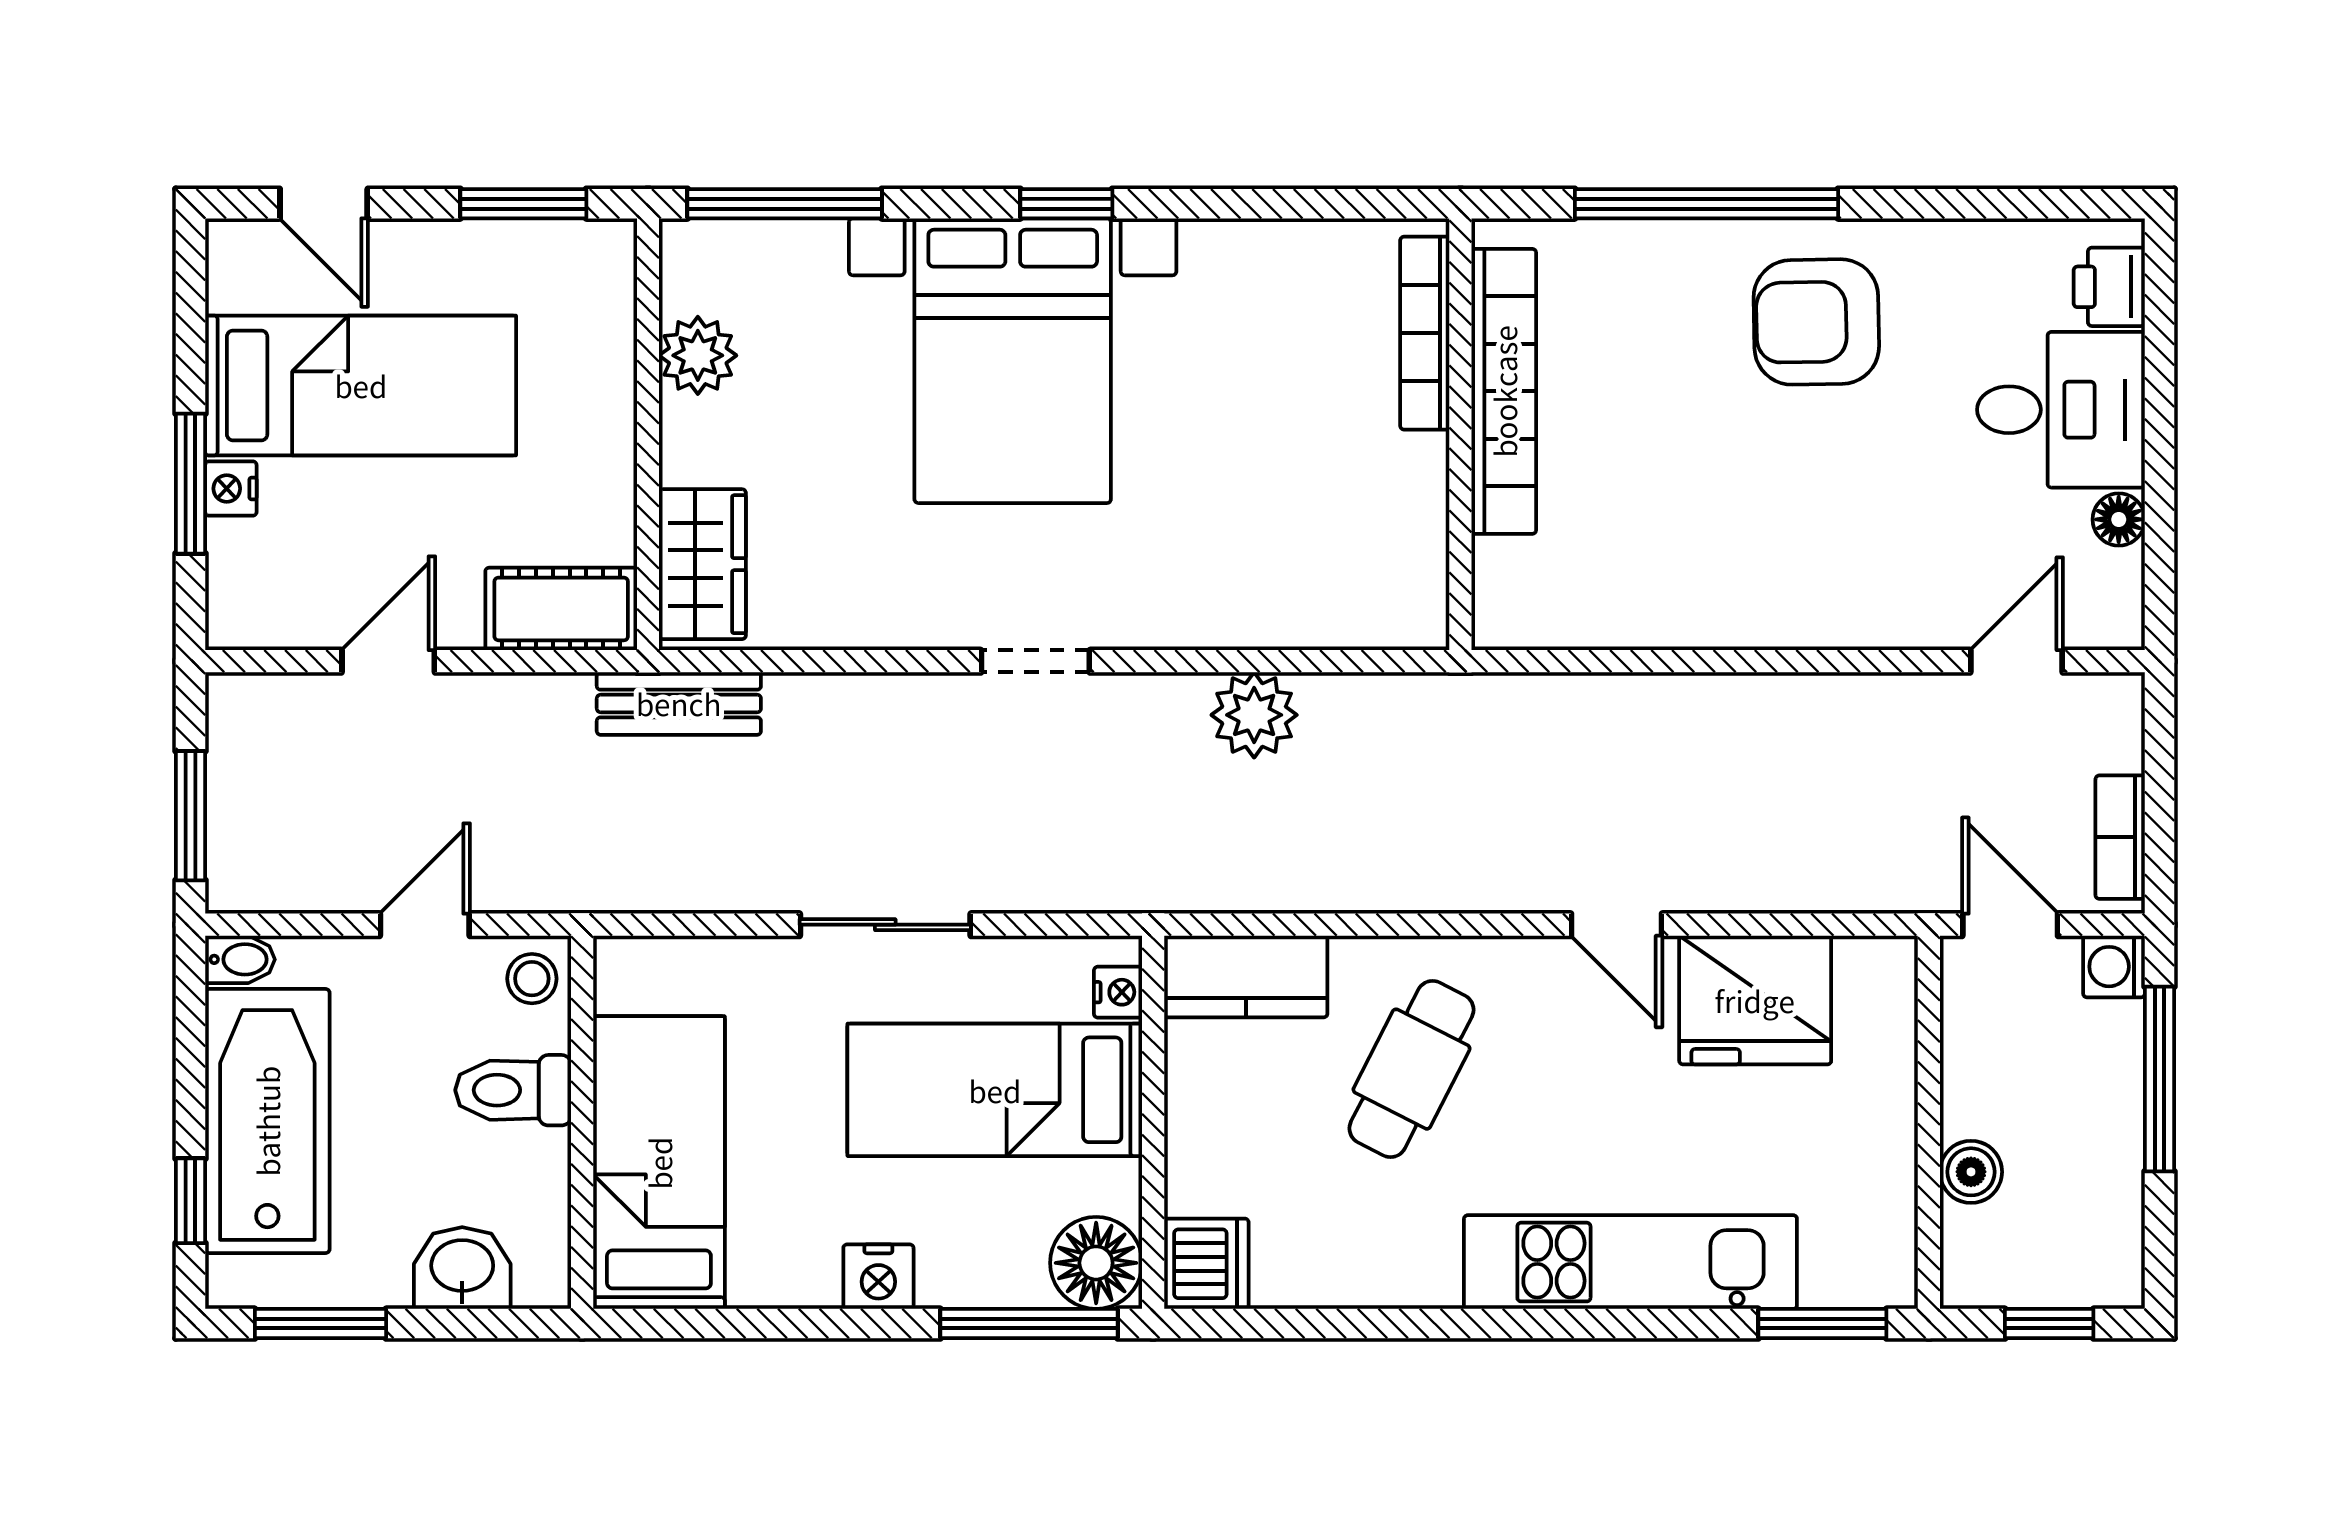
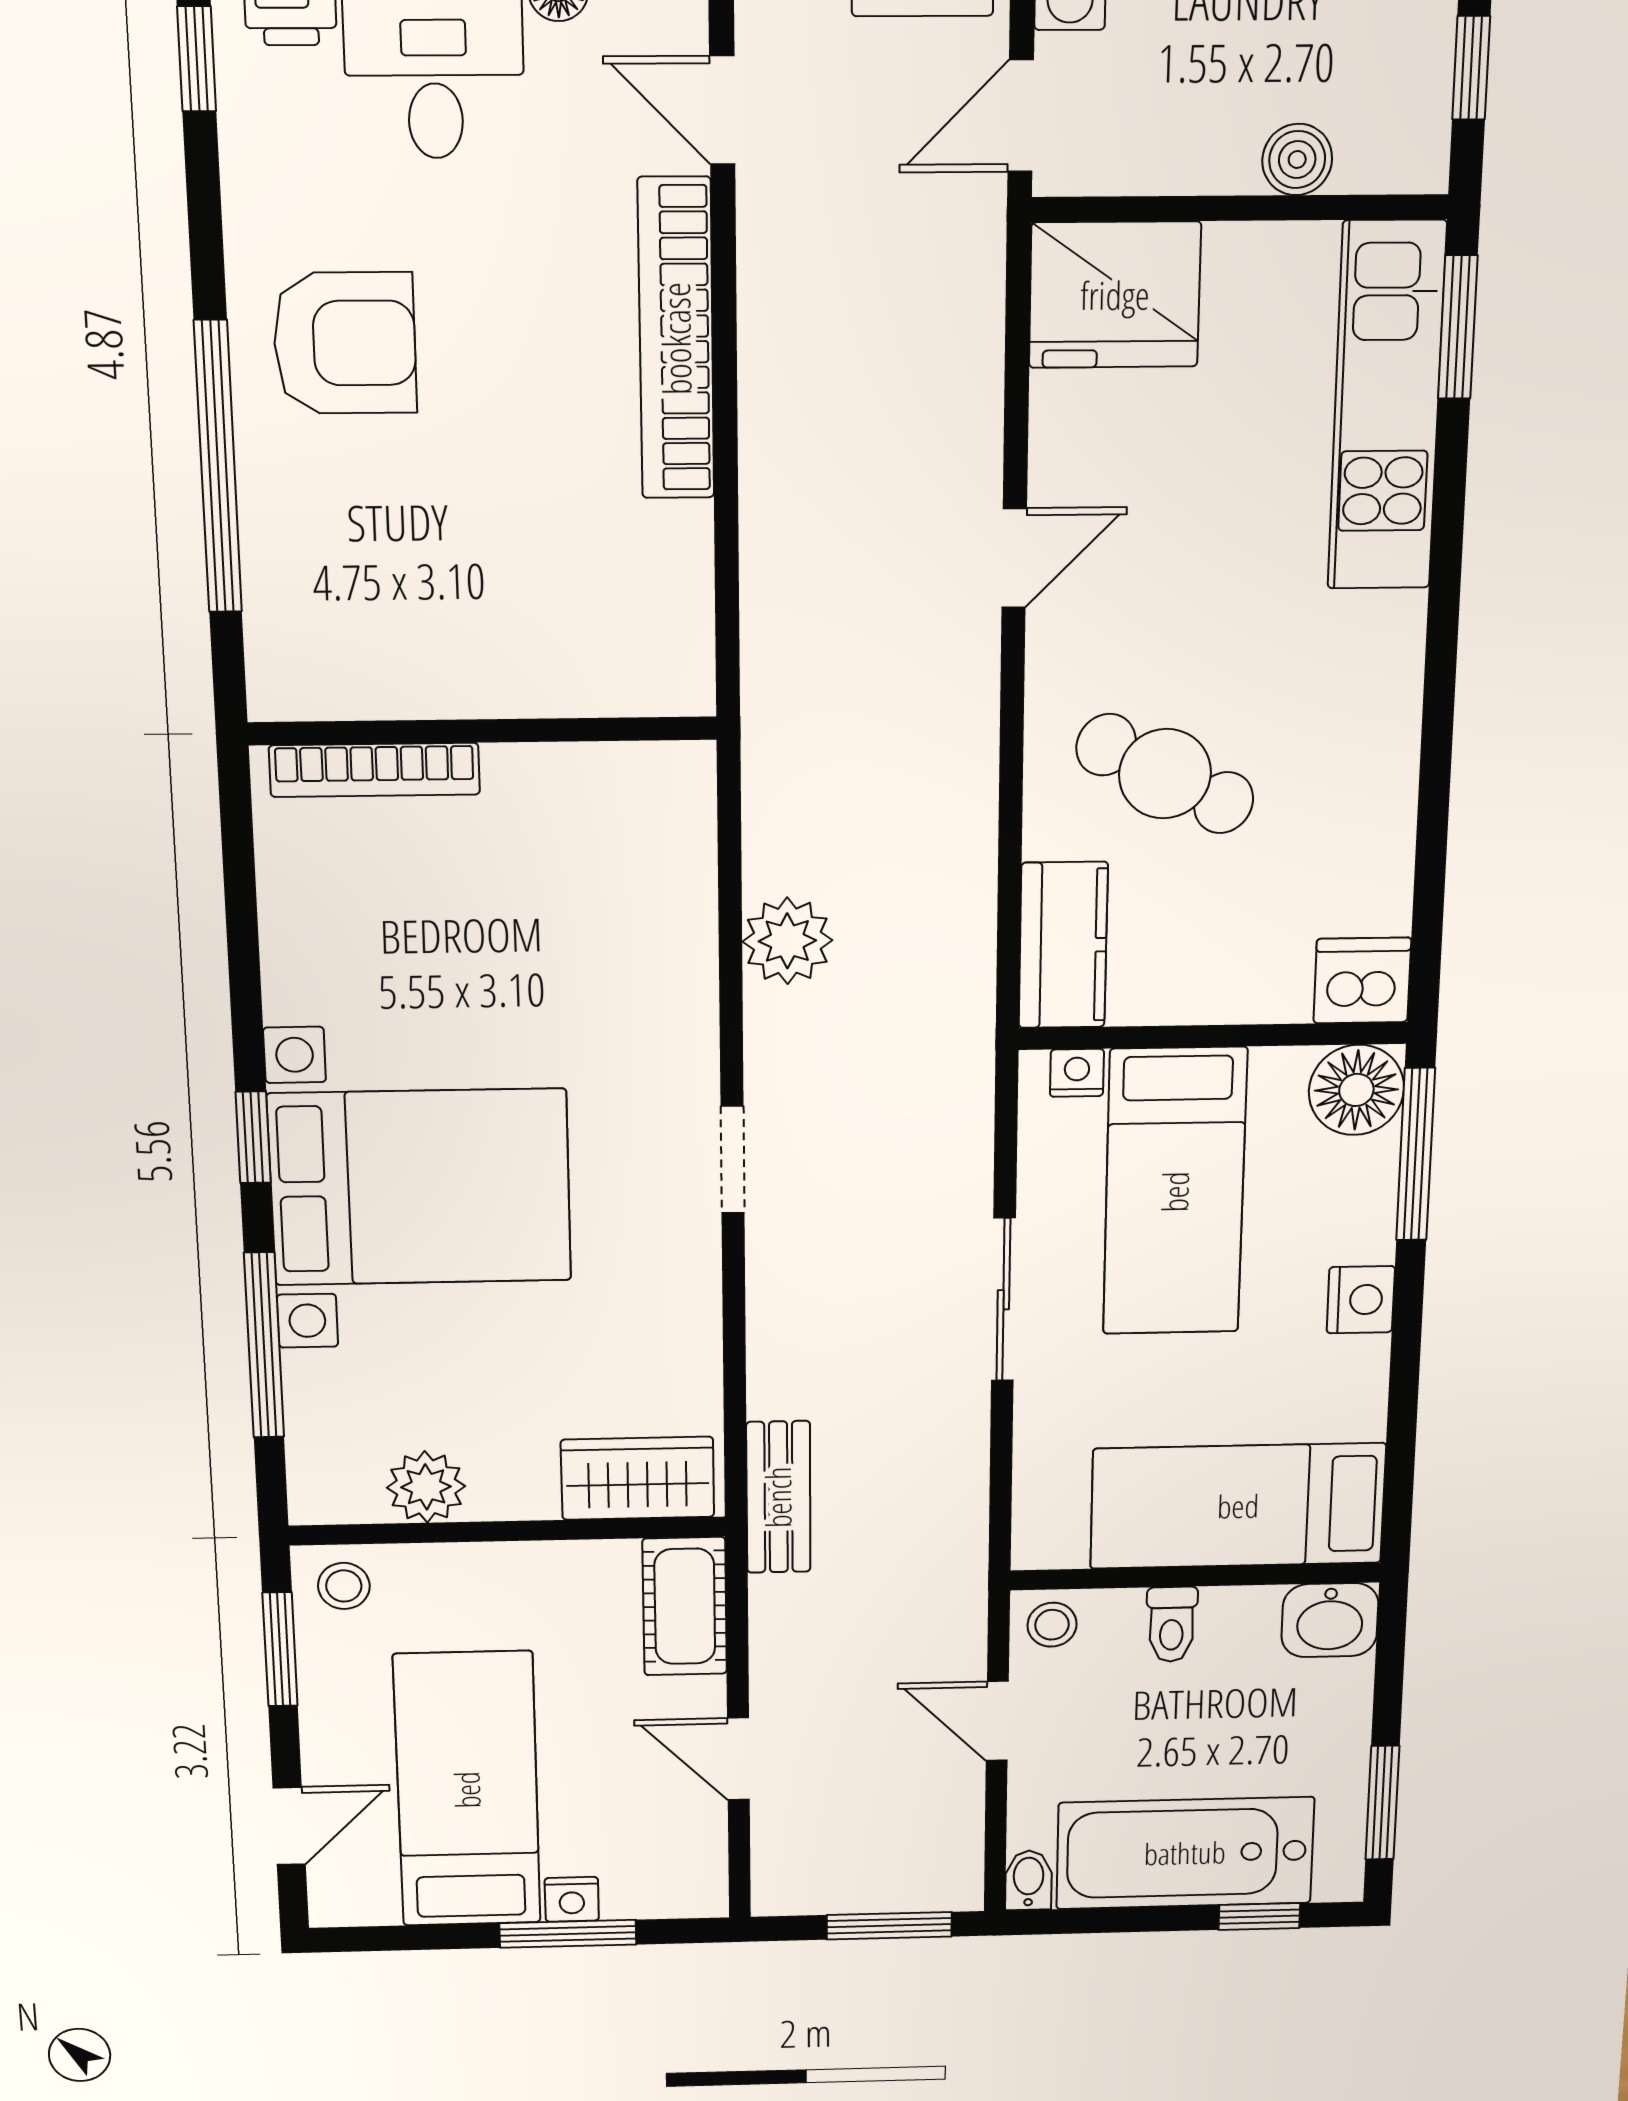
window: (785, 204) -> (264, 1345), moved
window: (2063, 204) -> (197, 59), added
stool: (592, 270) -> (344, 1586), added
armchair: (1816, 322) -> (345, 343), turned -89
bookcase: (1504, 391) -> (676, 339), moved, turned -90
fridge: (1755, 1000) -> (1115, 295), moved, turned 90
toilet: (513, 1090) -> (1172, 1624), width x0.73, depth x0.72
kitchen unit: (1630, 1262) -> (1387, 407), moved
washbasin: (462, 1268) -> (1330, 1620), moved, turned -90

